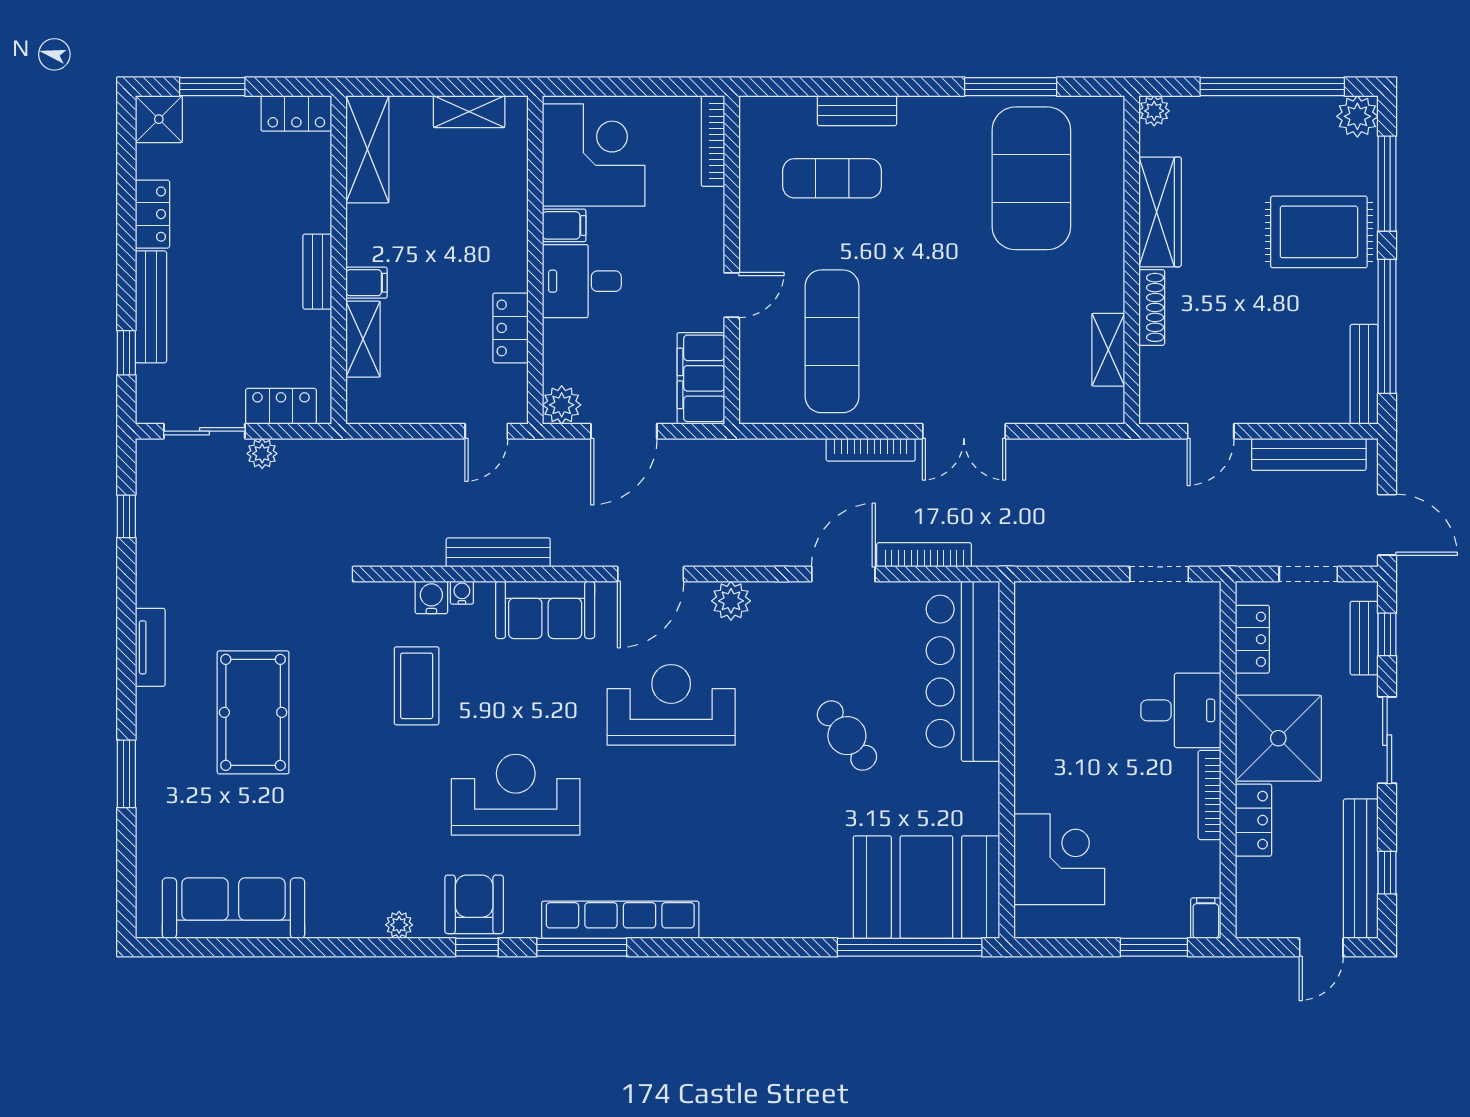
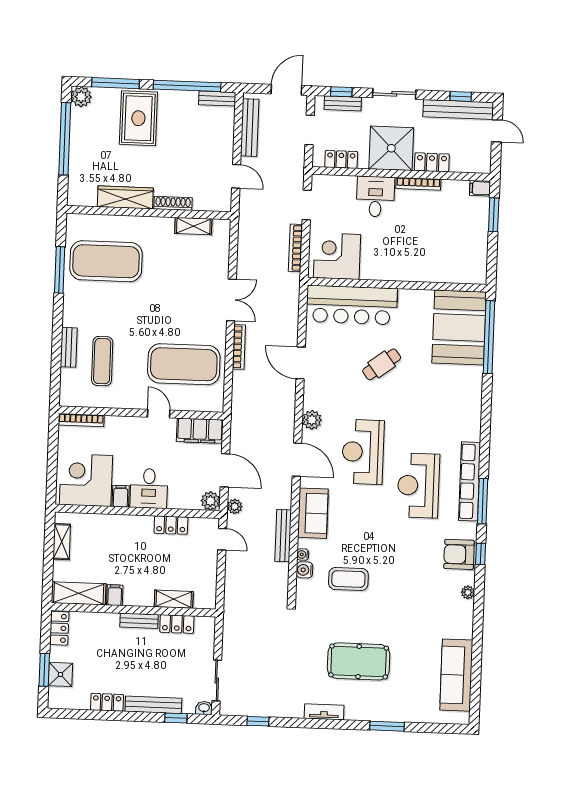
plant: (1154, 111) -> (75, 198), removed
shower: (159, 119) -> (60, 674), moved
filing cabinet: (367, 283) -> (115, 595), moved
exercise mat: (832, 341) -> (184, 364), width x1.47
bench: (1364, 374) -> (217, 99), width x0.73
locker: (281, 406) -> (177, 624), moved, turned -90
washbasin: (148, 408) -> (204, 708), added
plant: (262, 454) -> (235, 506), moved
bookcase: (924, 555) -> (295, 248), moved
reception desk: (516, 795) -> (418, 486), moved
corner desk: (1059, 859) -> (337, 256), moved

